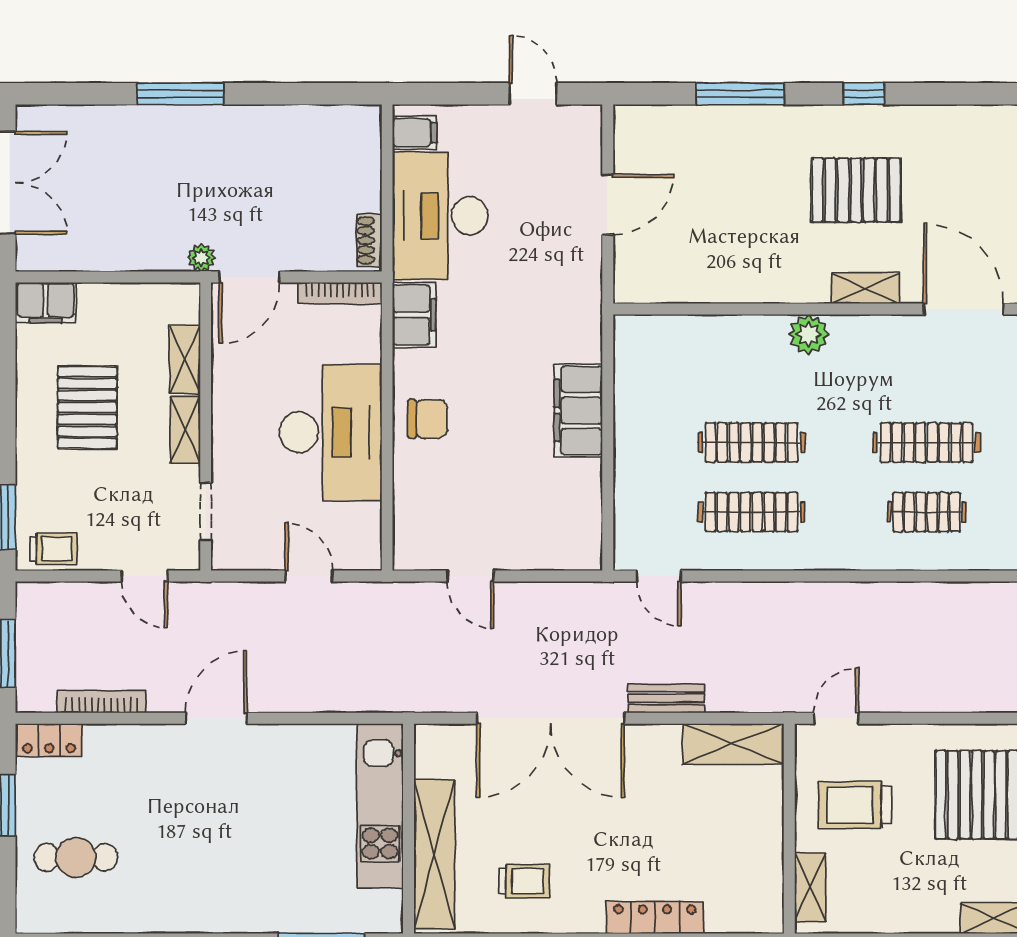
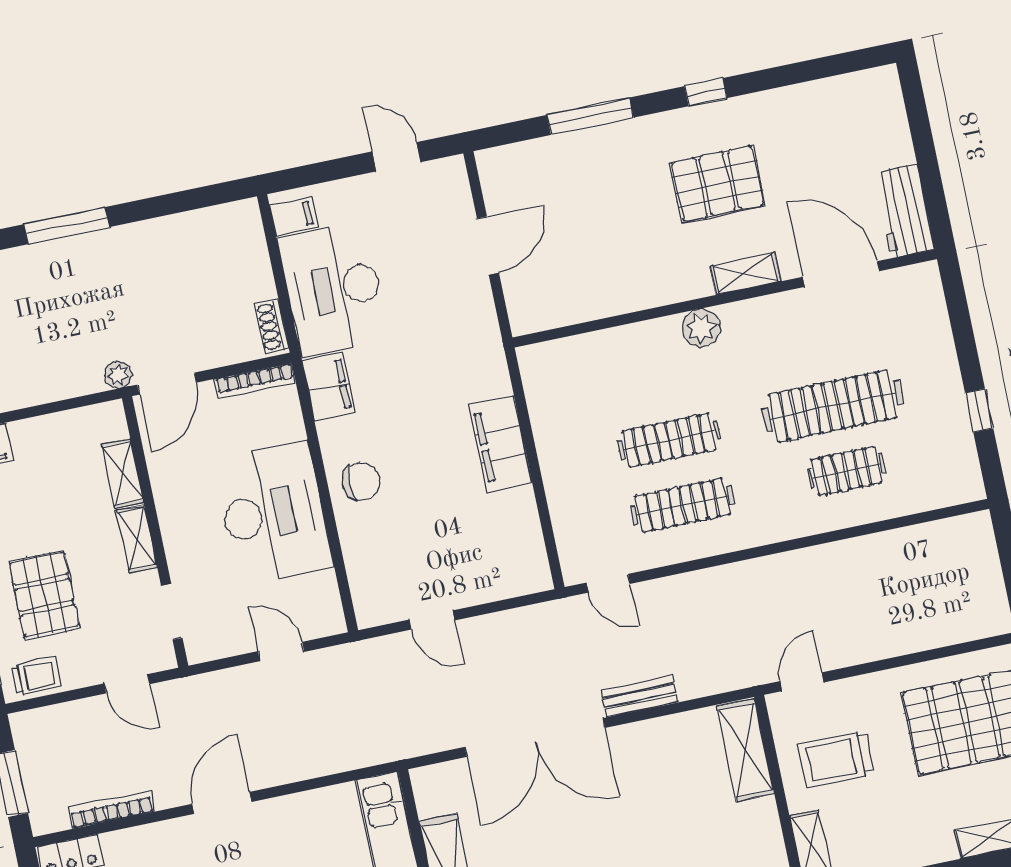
pallet: (87, 408) -> (44, 595), moved
clothes rail: (927, 442) -> (833, 406), width x1.37, depth x1.31
shelving: (733, 744) -> (745, 750), moved, turned 90

